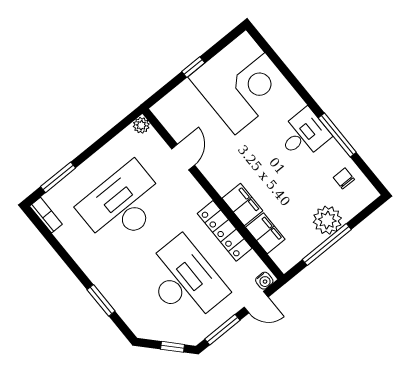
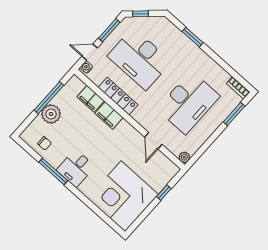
window: (193, 67) -> (164, 193), moved

